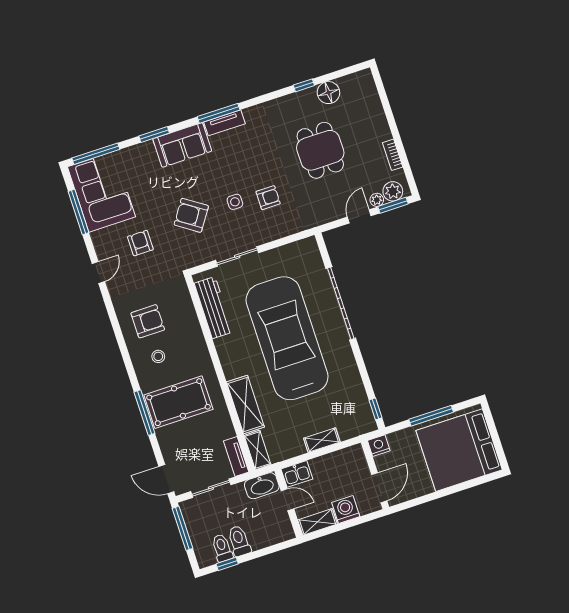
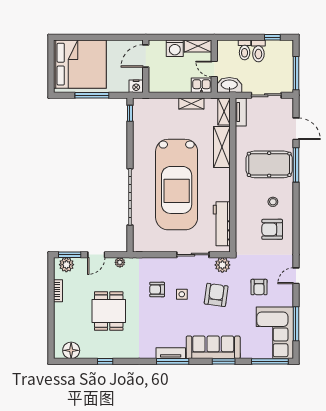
floor lamp: (328, 93) -> (71, 350), moved
sofa: (182, 145) -> (213, 347), width x1.36
plant: (377, 200) -> (120, 262), moved
armchair: (191, 215) -> (216, 295), turned -116
plant: (196, 256) -> (222, 265), added
shelving: (322, 440) -> (191, 104), moved
door: (166, 479) -> (296, 129), moved
toilet: (222, 548) -> (245, 50), moved

